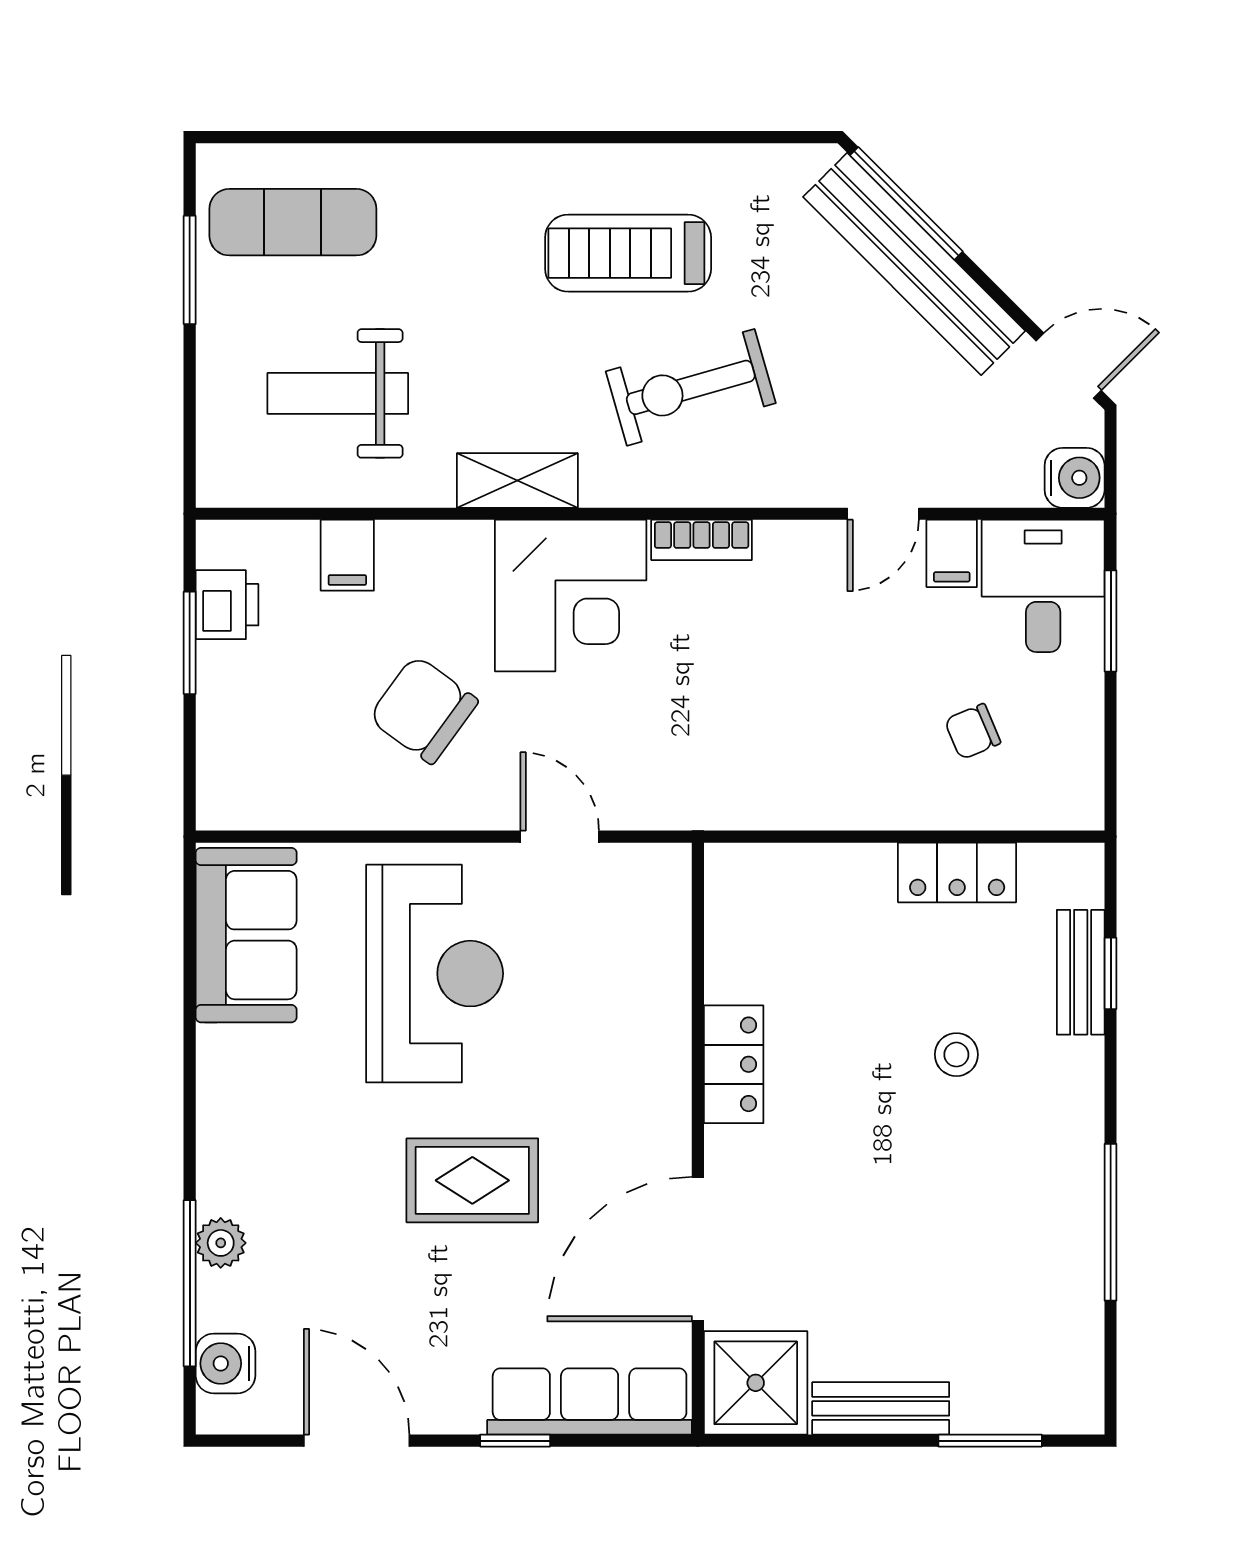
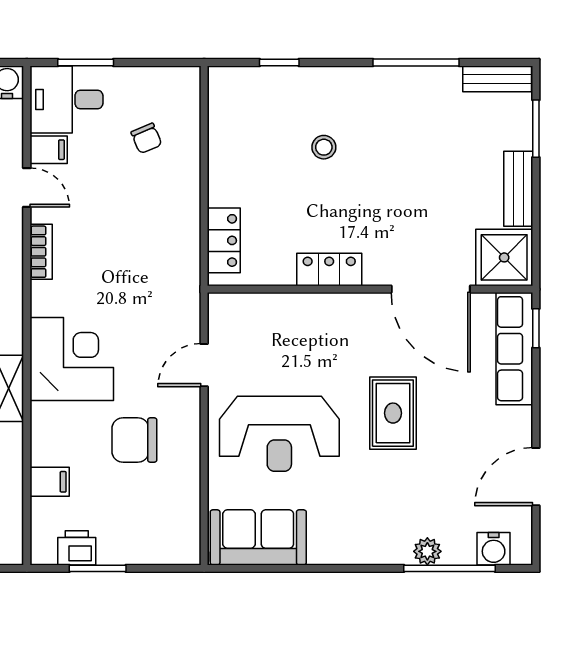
bookcase: (702, 540) -> (41, 252), moved
chair: (423, 710) -> (134, 440), turned 54
locker: (957, 872) -> (224, 240), moved
bench: (1081, 972) -> (497, 79), moved
reception desk: (435, 974) -> (279, 434), turned 180
window: (515, 1441) -> (536, 328), moved

